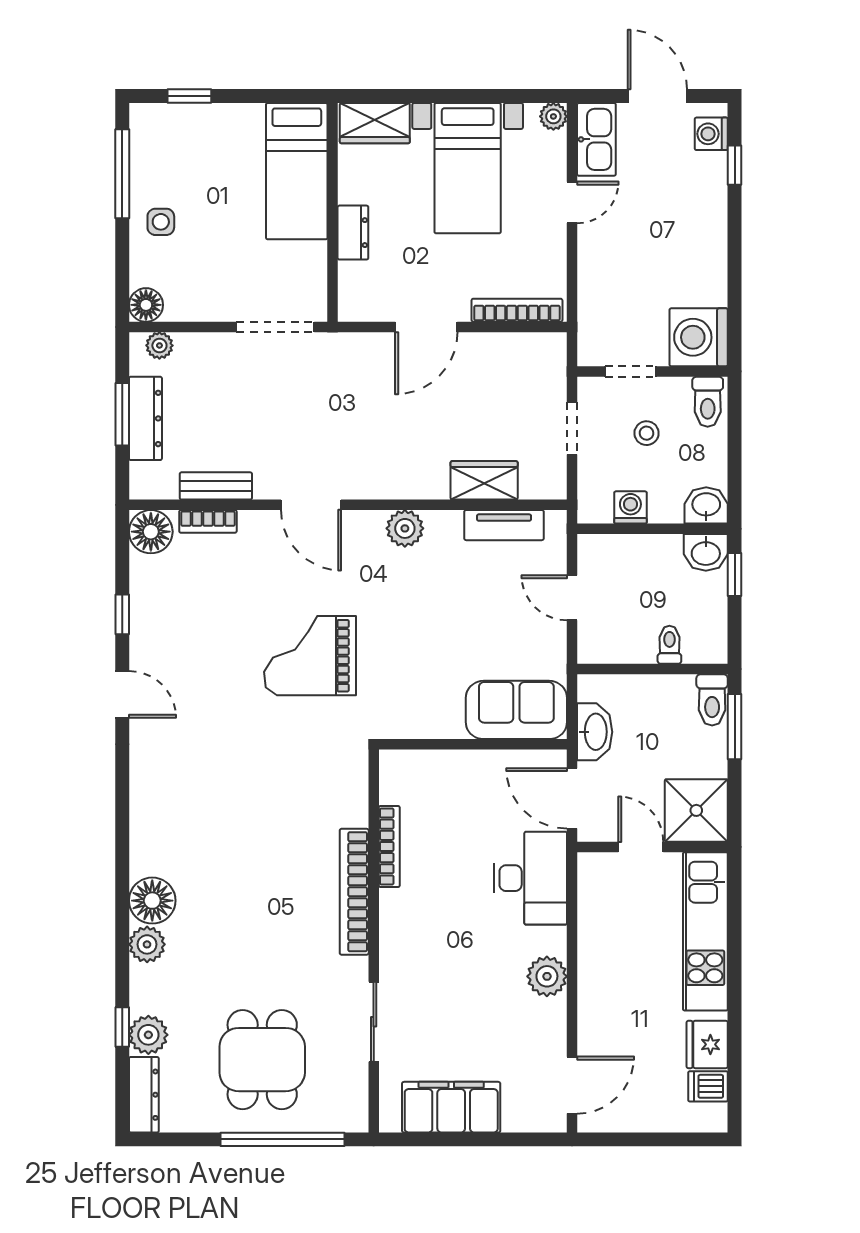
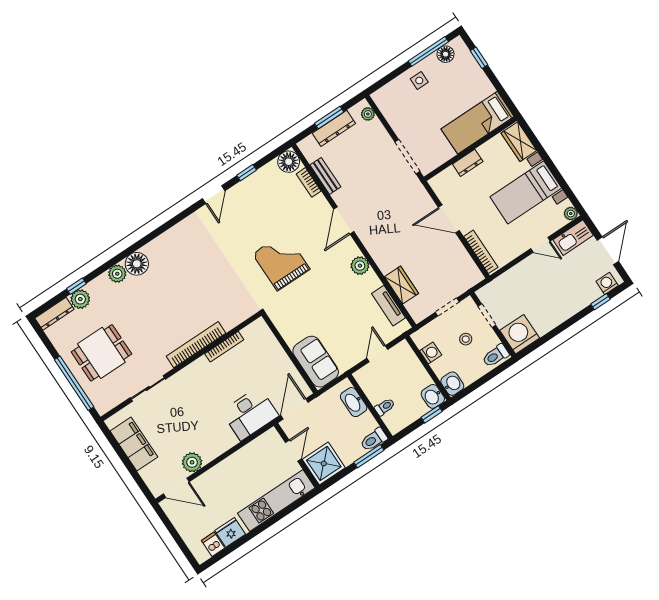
floor lamp: (146, 305) -> (446, 54), moved
washbasin: (595, 732) -> (354, 402), moved, turned 90
plant: (547, 976) -> (192, 462), moved

